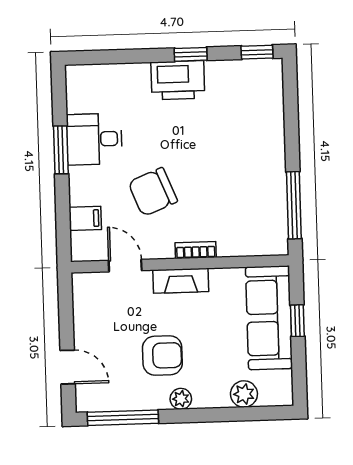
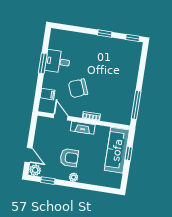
printer: (178, 80) -> (97, 43), removed
plant: (244, 394) -> (35, 170), moved
window: (123, 418) -> (48, 181), width x0.46

